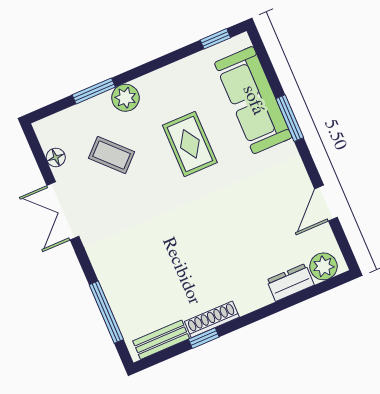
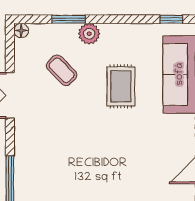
floor lamp: (56, 157) -> (21, 30), moved

